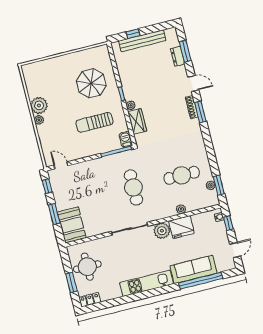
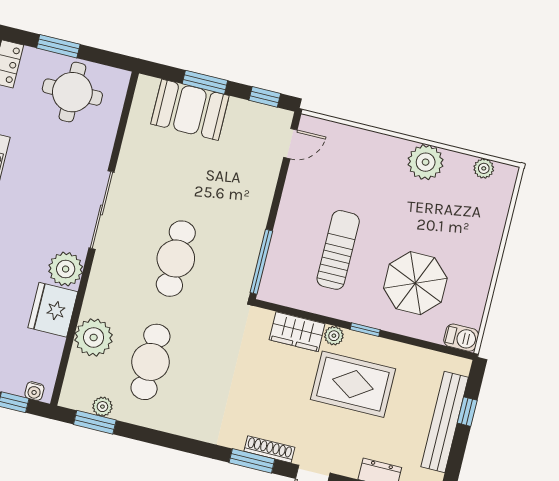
rug: (147, 87) -> (353, 384), added
plant: (39, 120) -> (484, 168), moved
barbecue: (126, 139) -> (461, 338), moved
cafe table: (133, 187) -> (176, 259), turned 90
plant: (181, 209) -> (94, 337), width x1.87, depth x1.87
booth: (72, 225) -> (190, 110), moved

